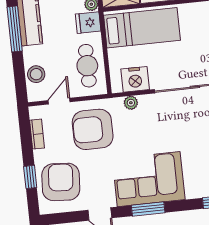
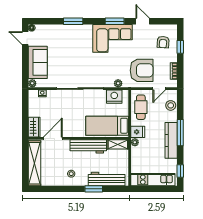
armchair: (61, 182) -> (163, 42), width x0.53, depth x0.53

